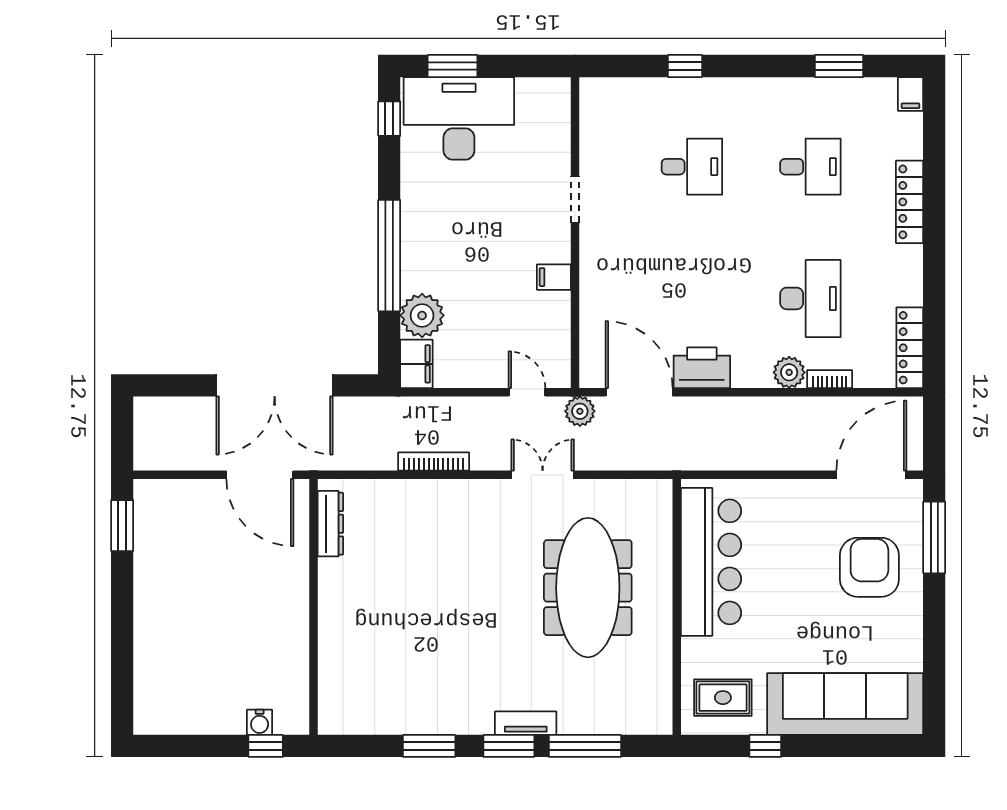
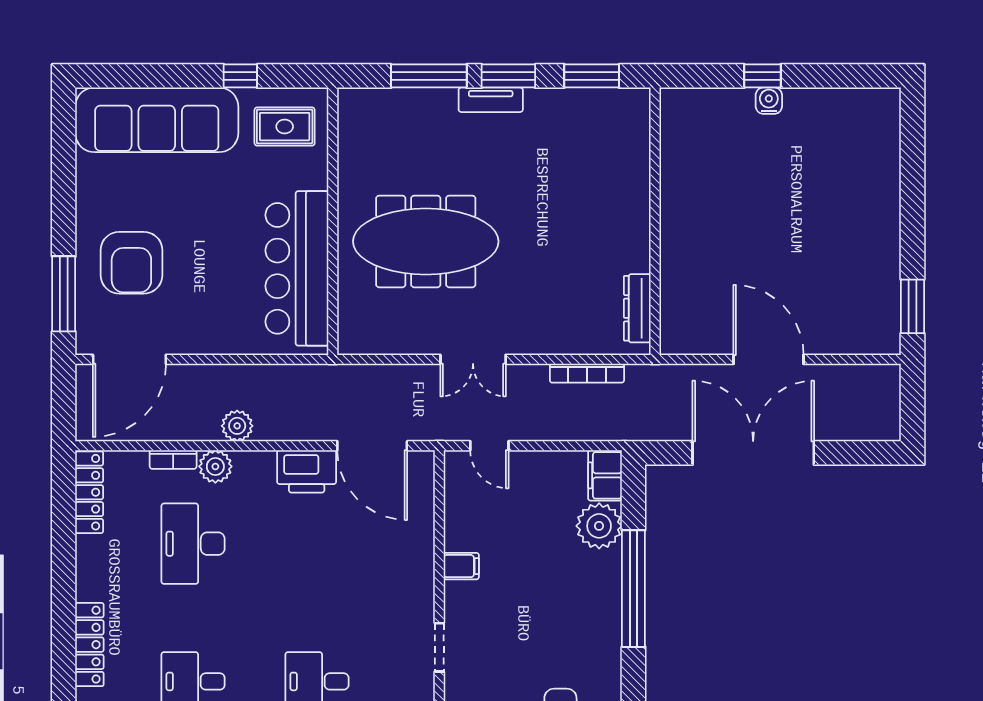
plant: (580, 411) -> (237, 426), moved
dresser: (330, 524) -> (637, 308), moved
meeting table: (588, 588) -> (426, 241), turned 90
wall: (313, 607) -> (655, 221), moved

